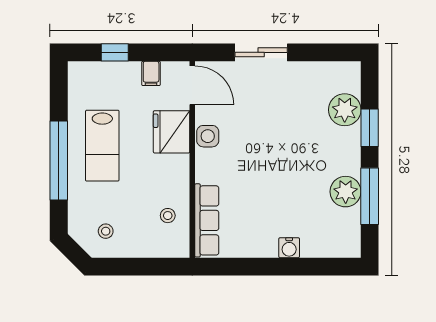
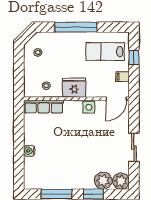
sliding door: (261, 52) -> (134, 147), moved
fridge: (172, 132) -> (74, 88), moved
lab bench: (102, 146) -> (105, 51), moved
plant: (346, 192) -> (121, 181), moved

